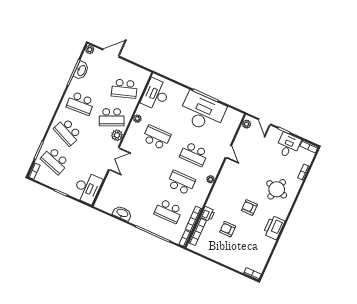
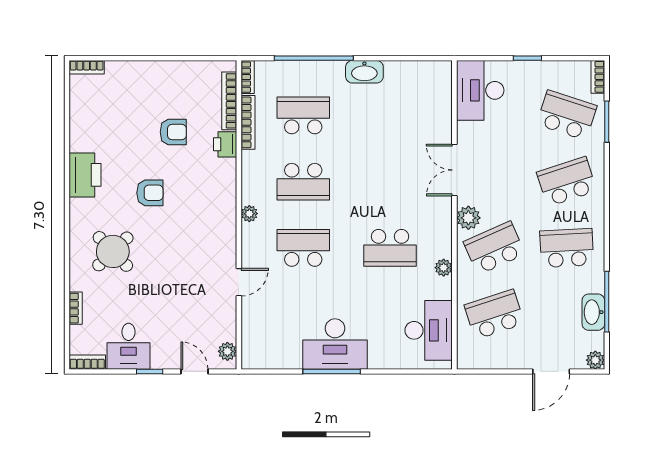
desk: (202, 112) -> (335, 344), width x0.73, depth x0.77
school desk: (68, 132) -> (567, 182), turned -42
door: (228, 152) -> (239, 282), swing flipped
round table: (277, 189) -> (113, 251), turned 30
washbasin: (122, 213) -> (364, 72), moved

